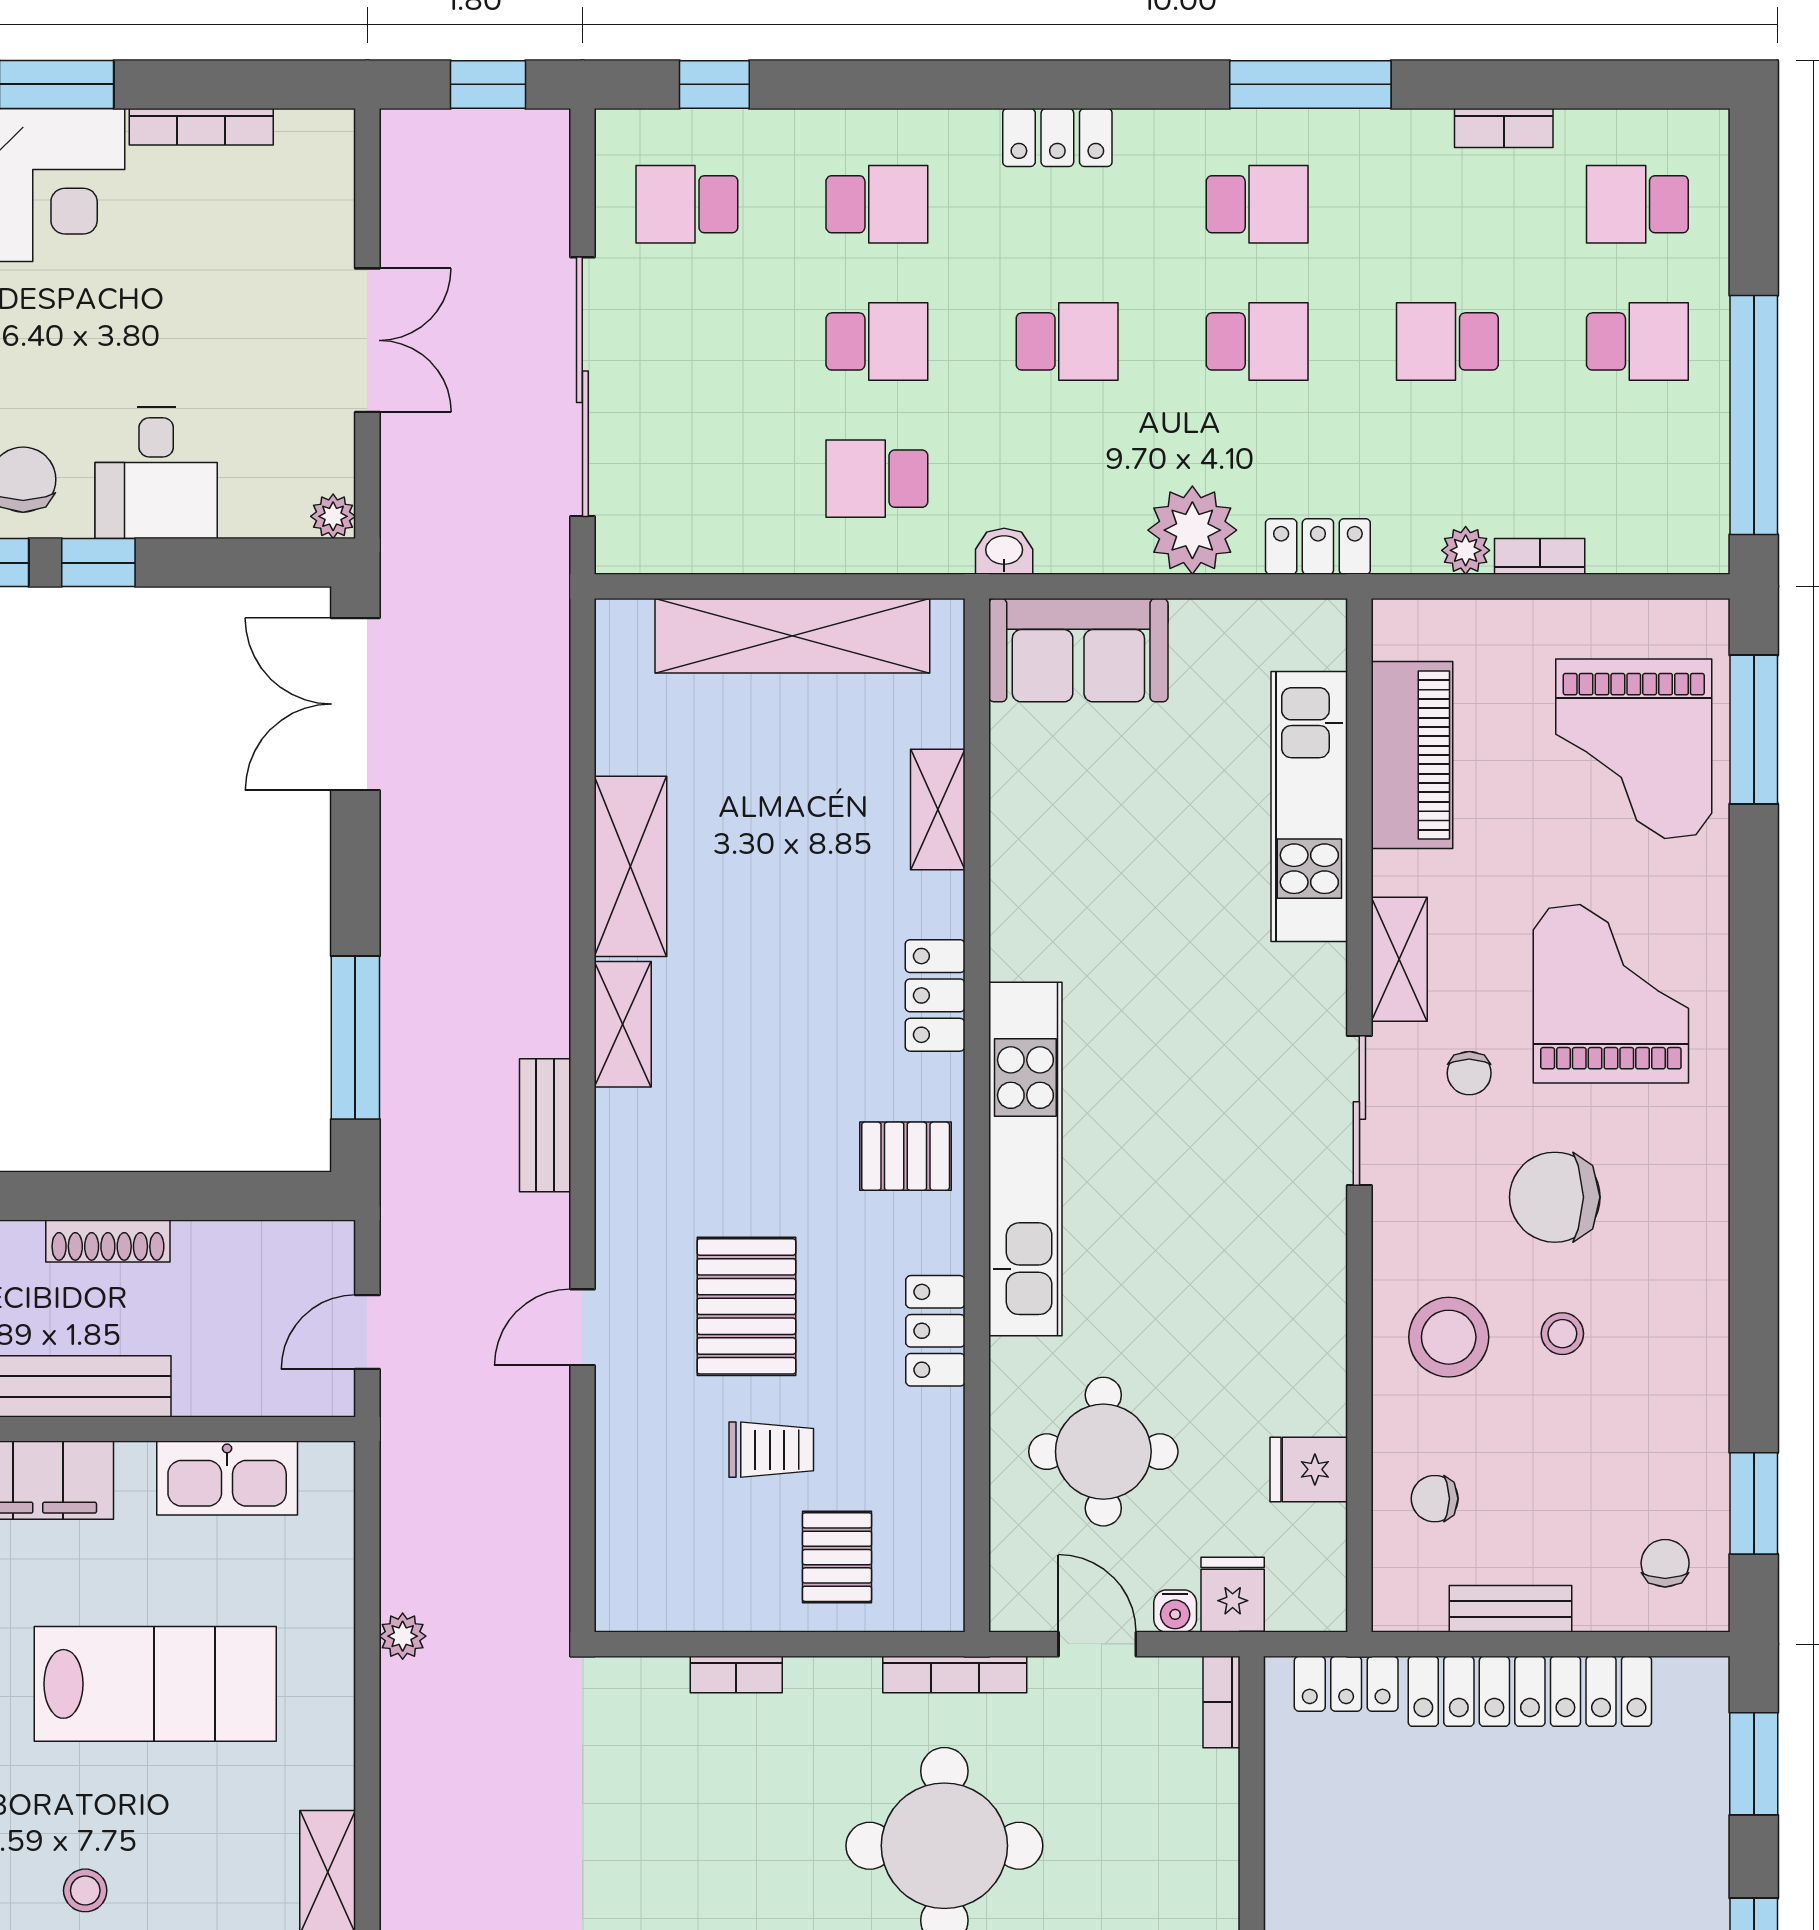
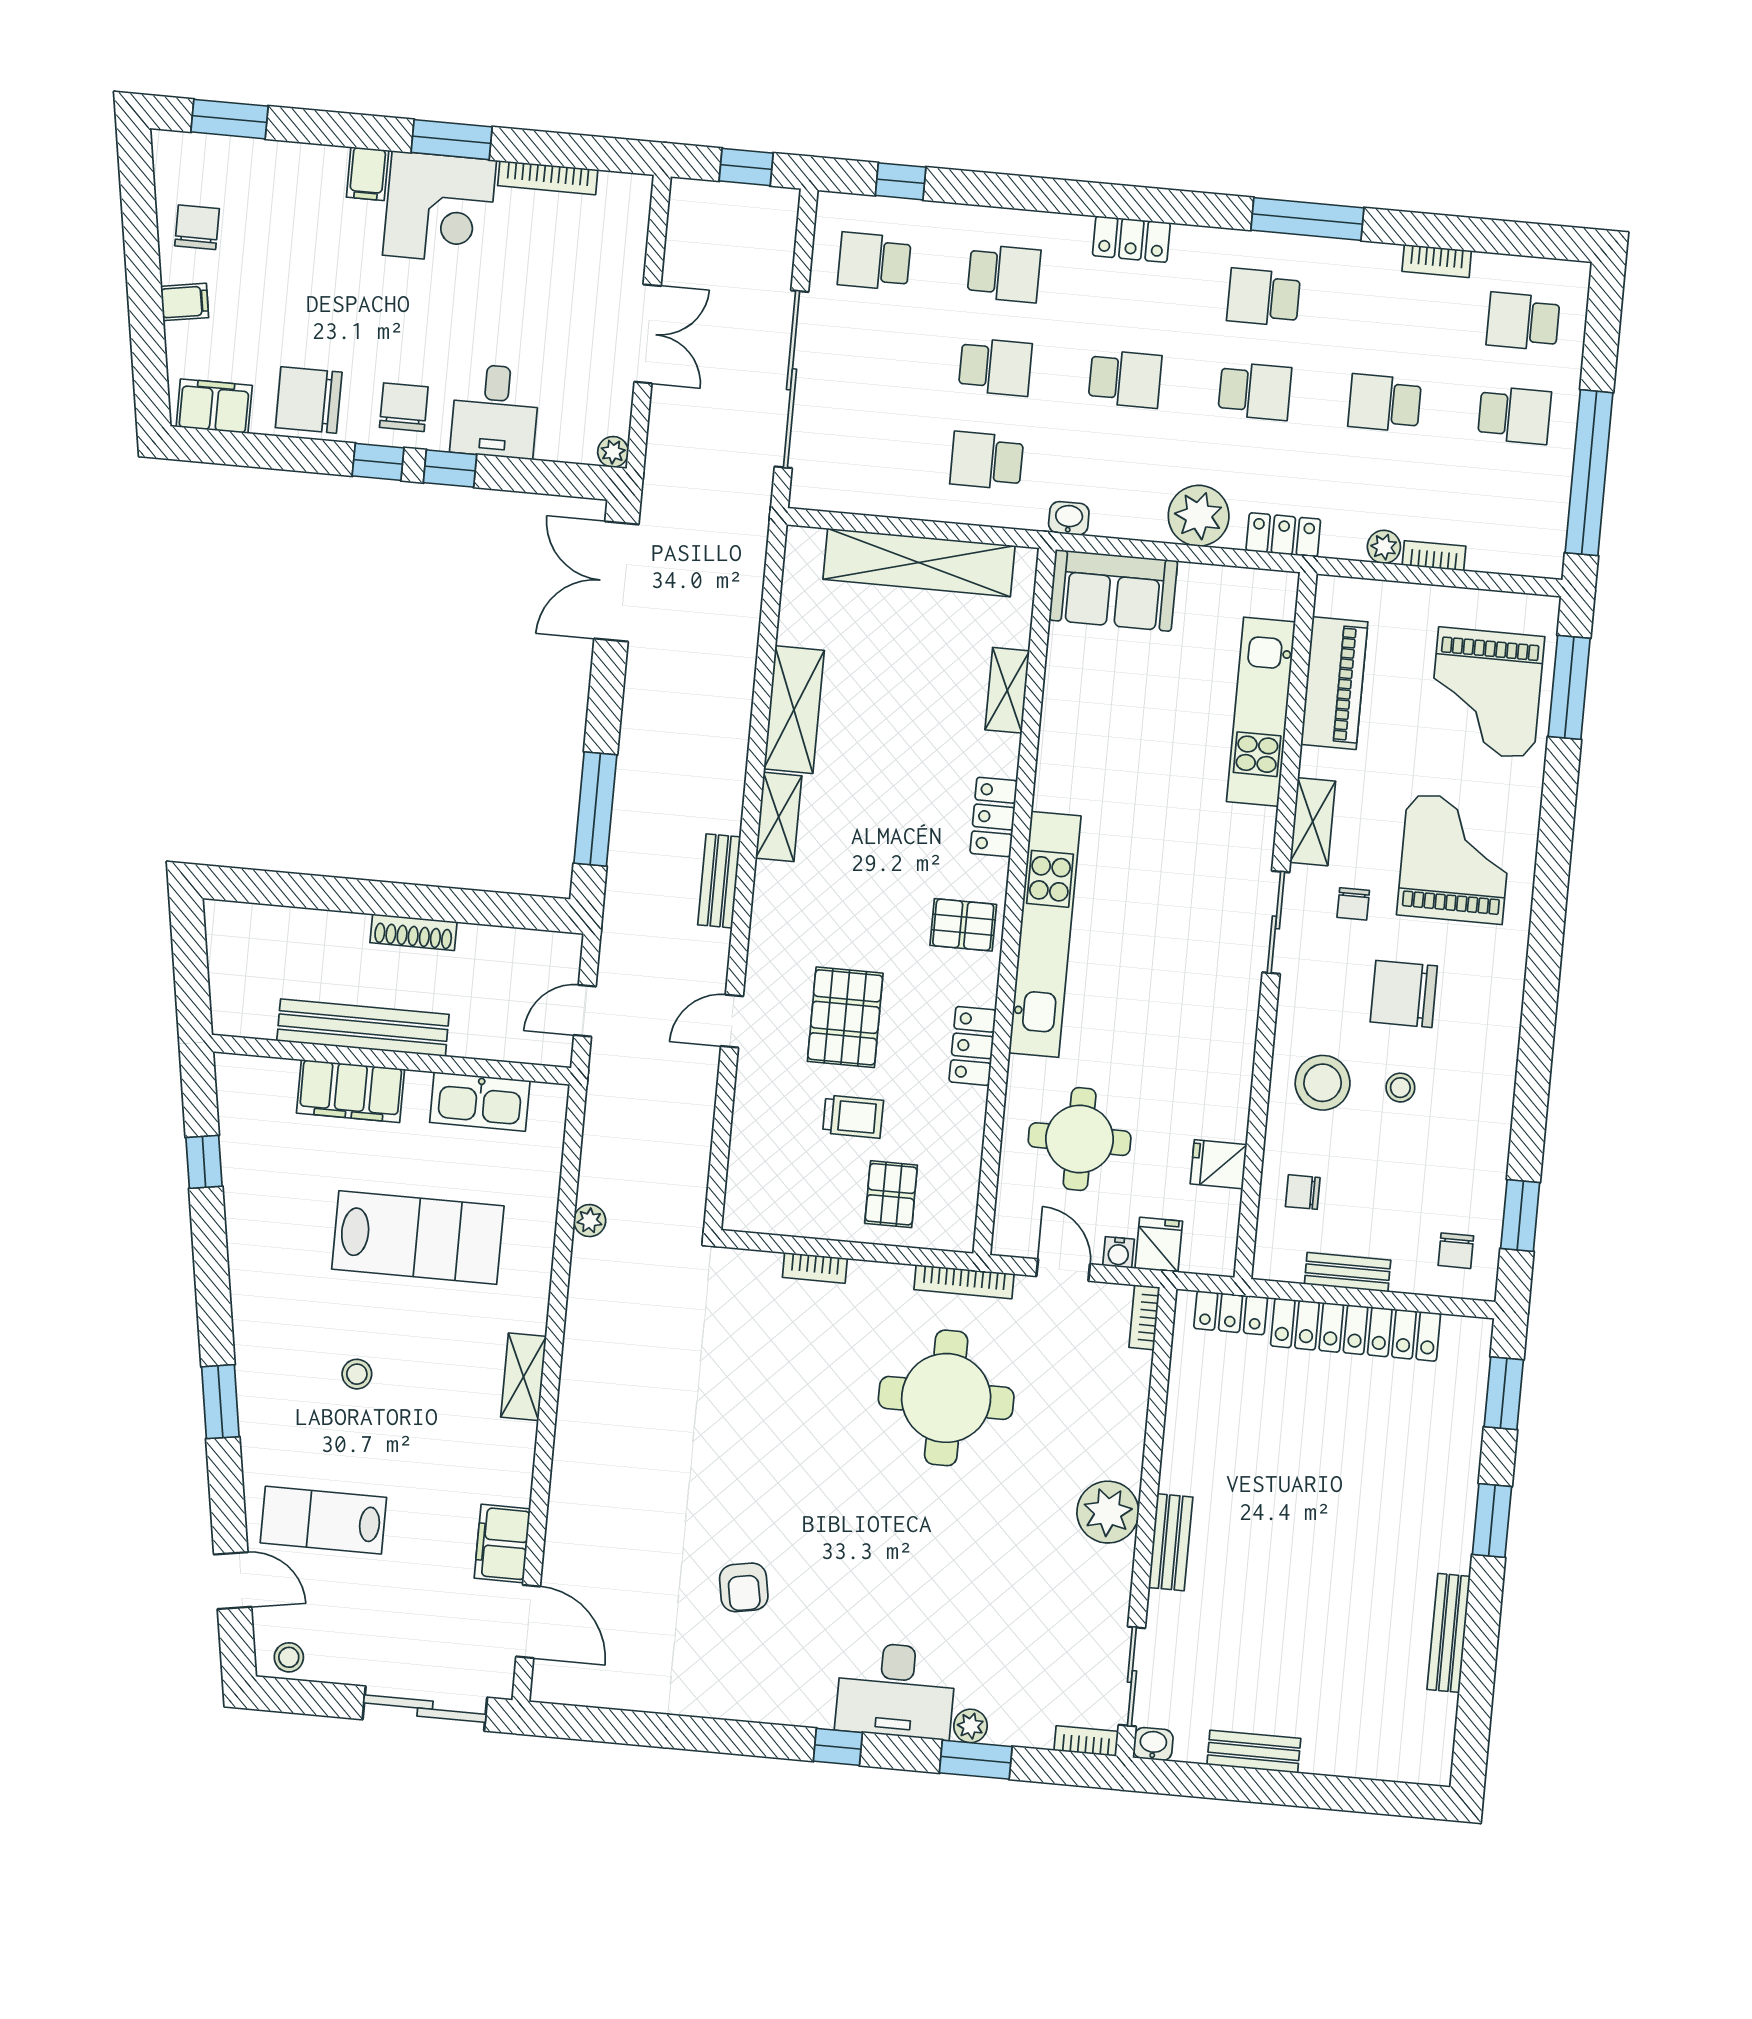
school desk: (1257, 204) -> (1264, 297), turned 180
chair: (1665, 1563) -> (1456, 1251), turned 180

